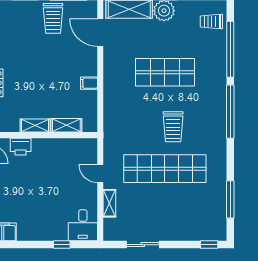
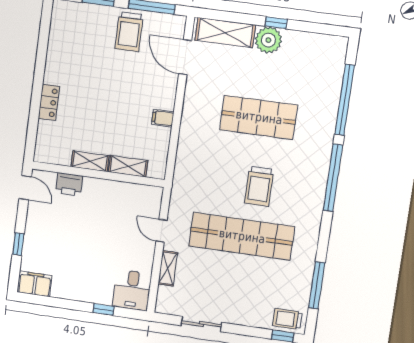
trolley: (211, 22) -> (287, 319), moved

